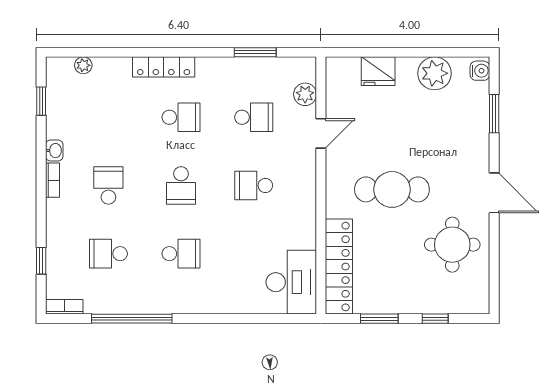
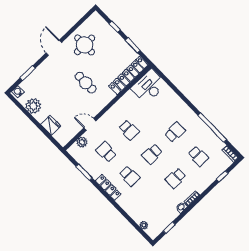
locker: (164, 67) -> (108, 187), moved
school desk: (181, 117) -> (130, 176), turned 180
school desk: (181, 185) -> (152, 154), turned 180
cafe table: (392, 189) -> (86, 83), width x0.73, depth x0.74
school desk: (181, 254) -> (175, 132), turned 90

